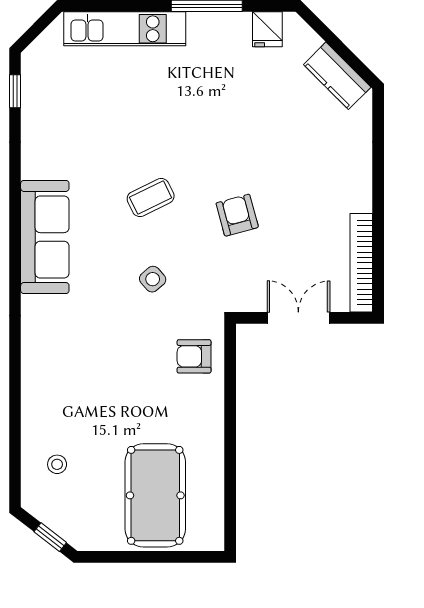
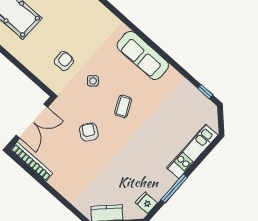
armchair: (237, 215) -> (89, 132), turned -130
double door: (298, 318) -> (32, 121), width x1.37
armchair: (194, 356) -> (64, 61), moved

